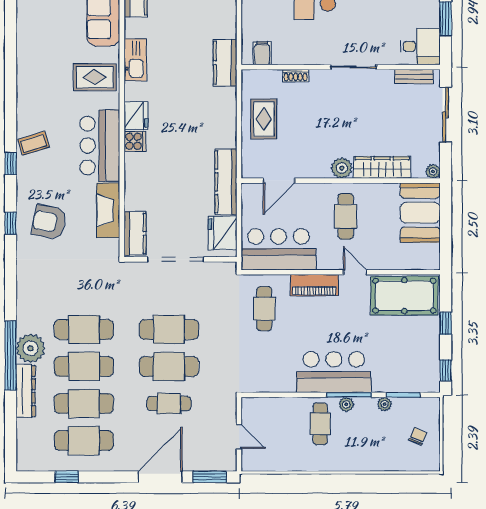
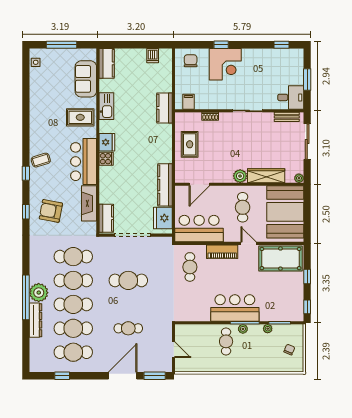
booth: (420, 213) -> (285, 212), width x1.36, depth x1.42
cafe table: (169, 367) -> (73, 257), moved

